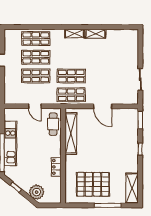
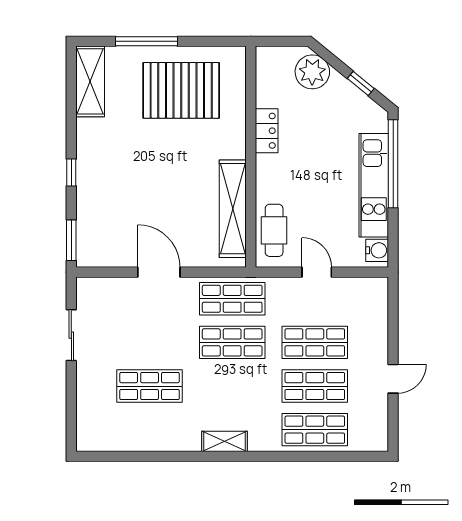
shelving: (95, 34) -> (176, 441), removed
shop shelf: (107, 57) -> (150, 386), added
water cooler: (9, 115) -> (377, 250), added

